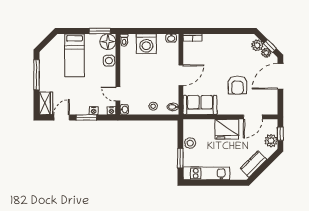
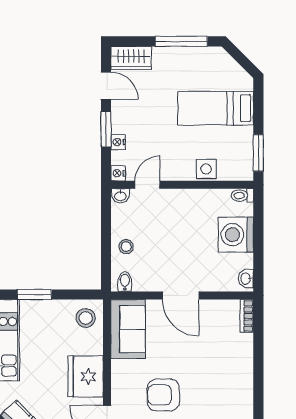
floor lamp: (108, 42) -> (239, 167), removed
stool: (190, 143) -> (86, 318), moved

